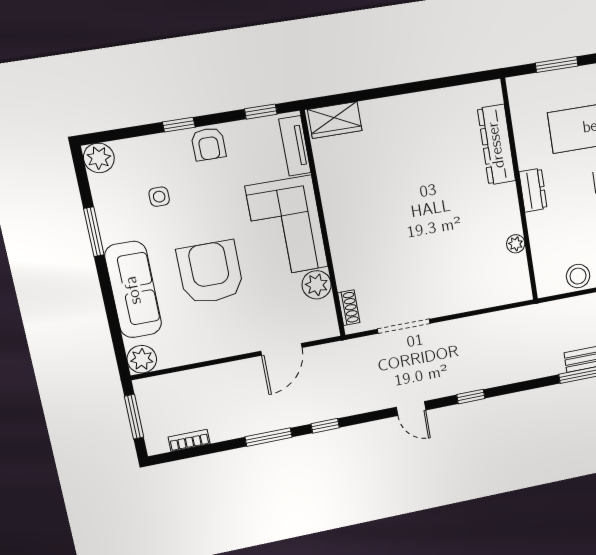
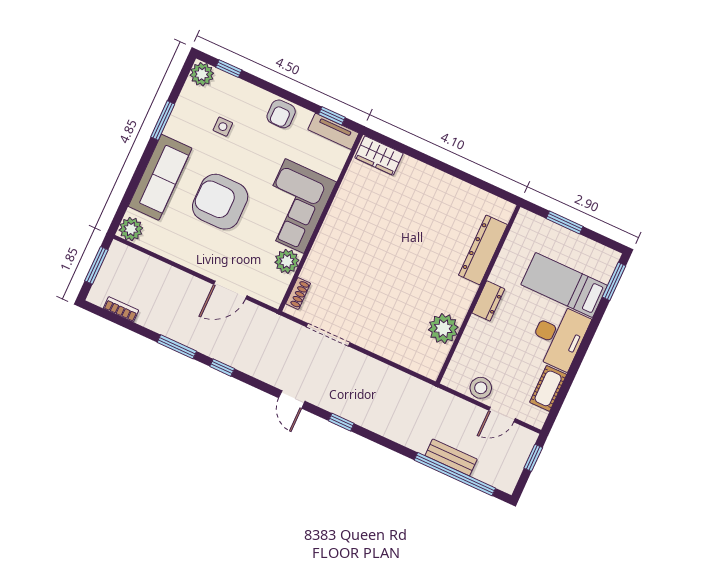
window: (179, 125) -> (229, 69), moved
tv unit: (295, 146) -> (333, 131), moved, turned -90
plant: (516, 244) -> (443, 328), width x1.88, depth x1.88
armchair: (210, 272) -> (220, 202), turned -90

